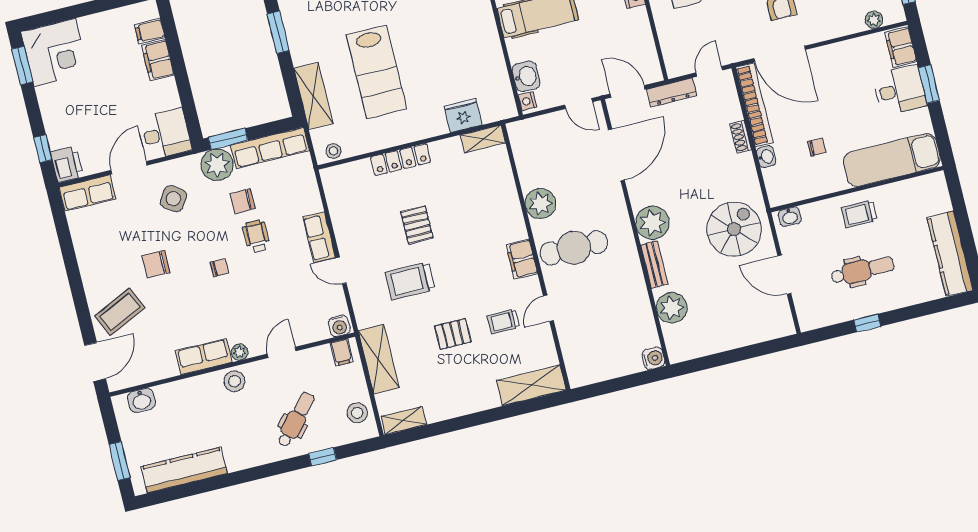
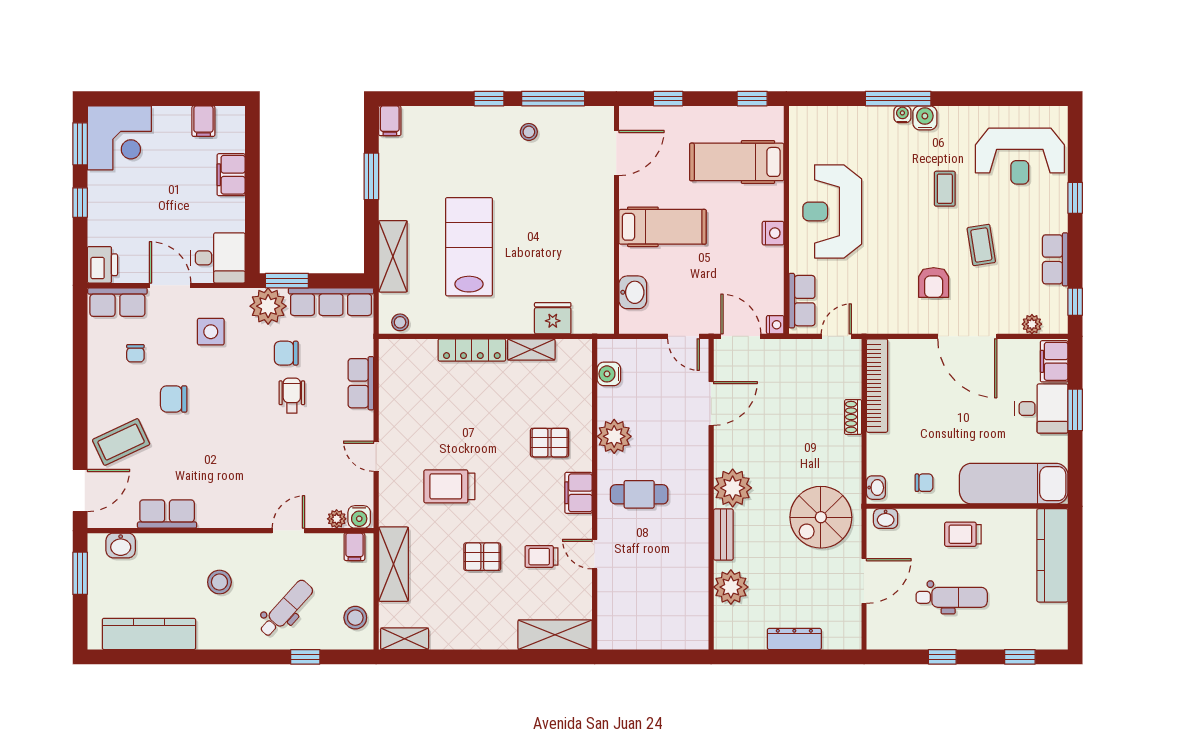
filing cabinet: (150, 31) -> (203, 121), moved, turned -90
row of seats: (672, 48) -> (802, 301), added
door: (780, 54) -> (967, 336), moved
lab bench: (376, 72) -> (469, 247), turned 180
dresser: (672, 92) -> (794, 639), moved, turned 180
nightstand: (527, 101) -> (775, 325), moved, turned 180
shelving: (483, 139) -> (531, 350), moved
chair: (817, 147) -> (924, 483), moved
window: (43, 149) -> (80, 203), moved
door: (616, 155) -> (711, 403), width x0.73
washbasin: (766, 157) -> (876, 488), moved
door: (129, 168) -> (170, 285), hinge flipped
side table: (174, 199) -> (211, 332), turned -34
pallet: (417, 225) -> (550, 443), moved, turned 90
spiral stairs: (734, 229) -> (821, 517), turned 180
row of seats: (319, 237) -> (361, 383), moved
cafe table: (574, 248) -> (639, 494), width x0.73, depth x0.74
kitchen counter: (950, 254) -> (1052, 555), moved
chair: (220, 268) -> (135, 353), moved, turned 90
door: (784, 275) -> (864, 581), swing flipped
window: (933, 307) -> (1020, 657), added
door: (548, 308) -> (595, 554), hinge flipped
plant: (240, 352) -> (337, 519), moved
row of seats: (204, 357) -> (167, 514), moved
water cooler: (653, 358) -> (609, 374), moved, turned 180
stool: (234, 381) -> (219, 582), moved
window: (120, 461) -> (80, 573), moved

